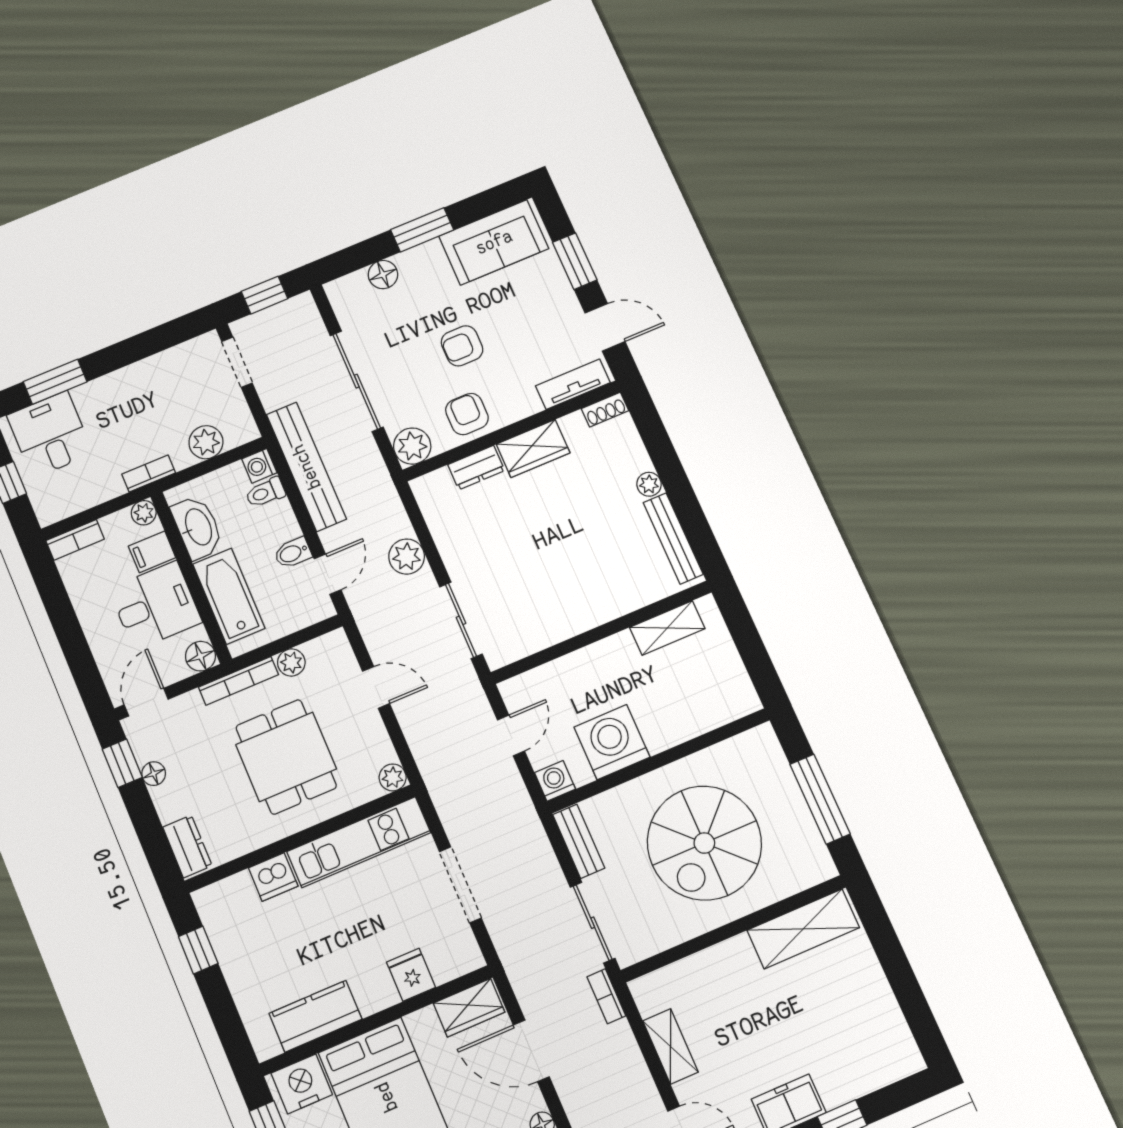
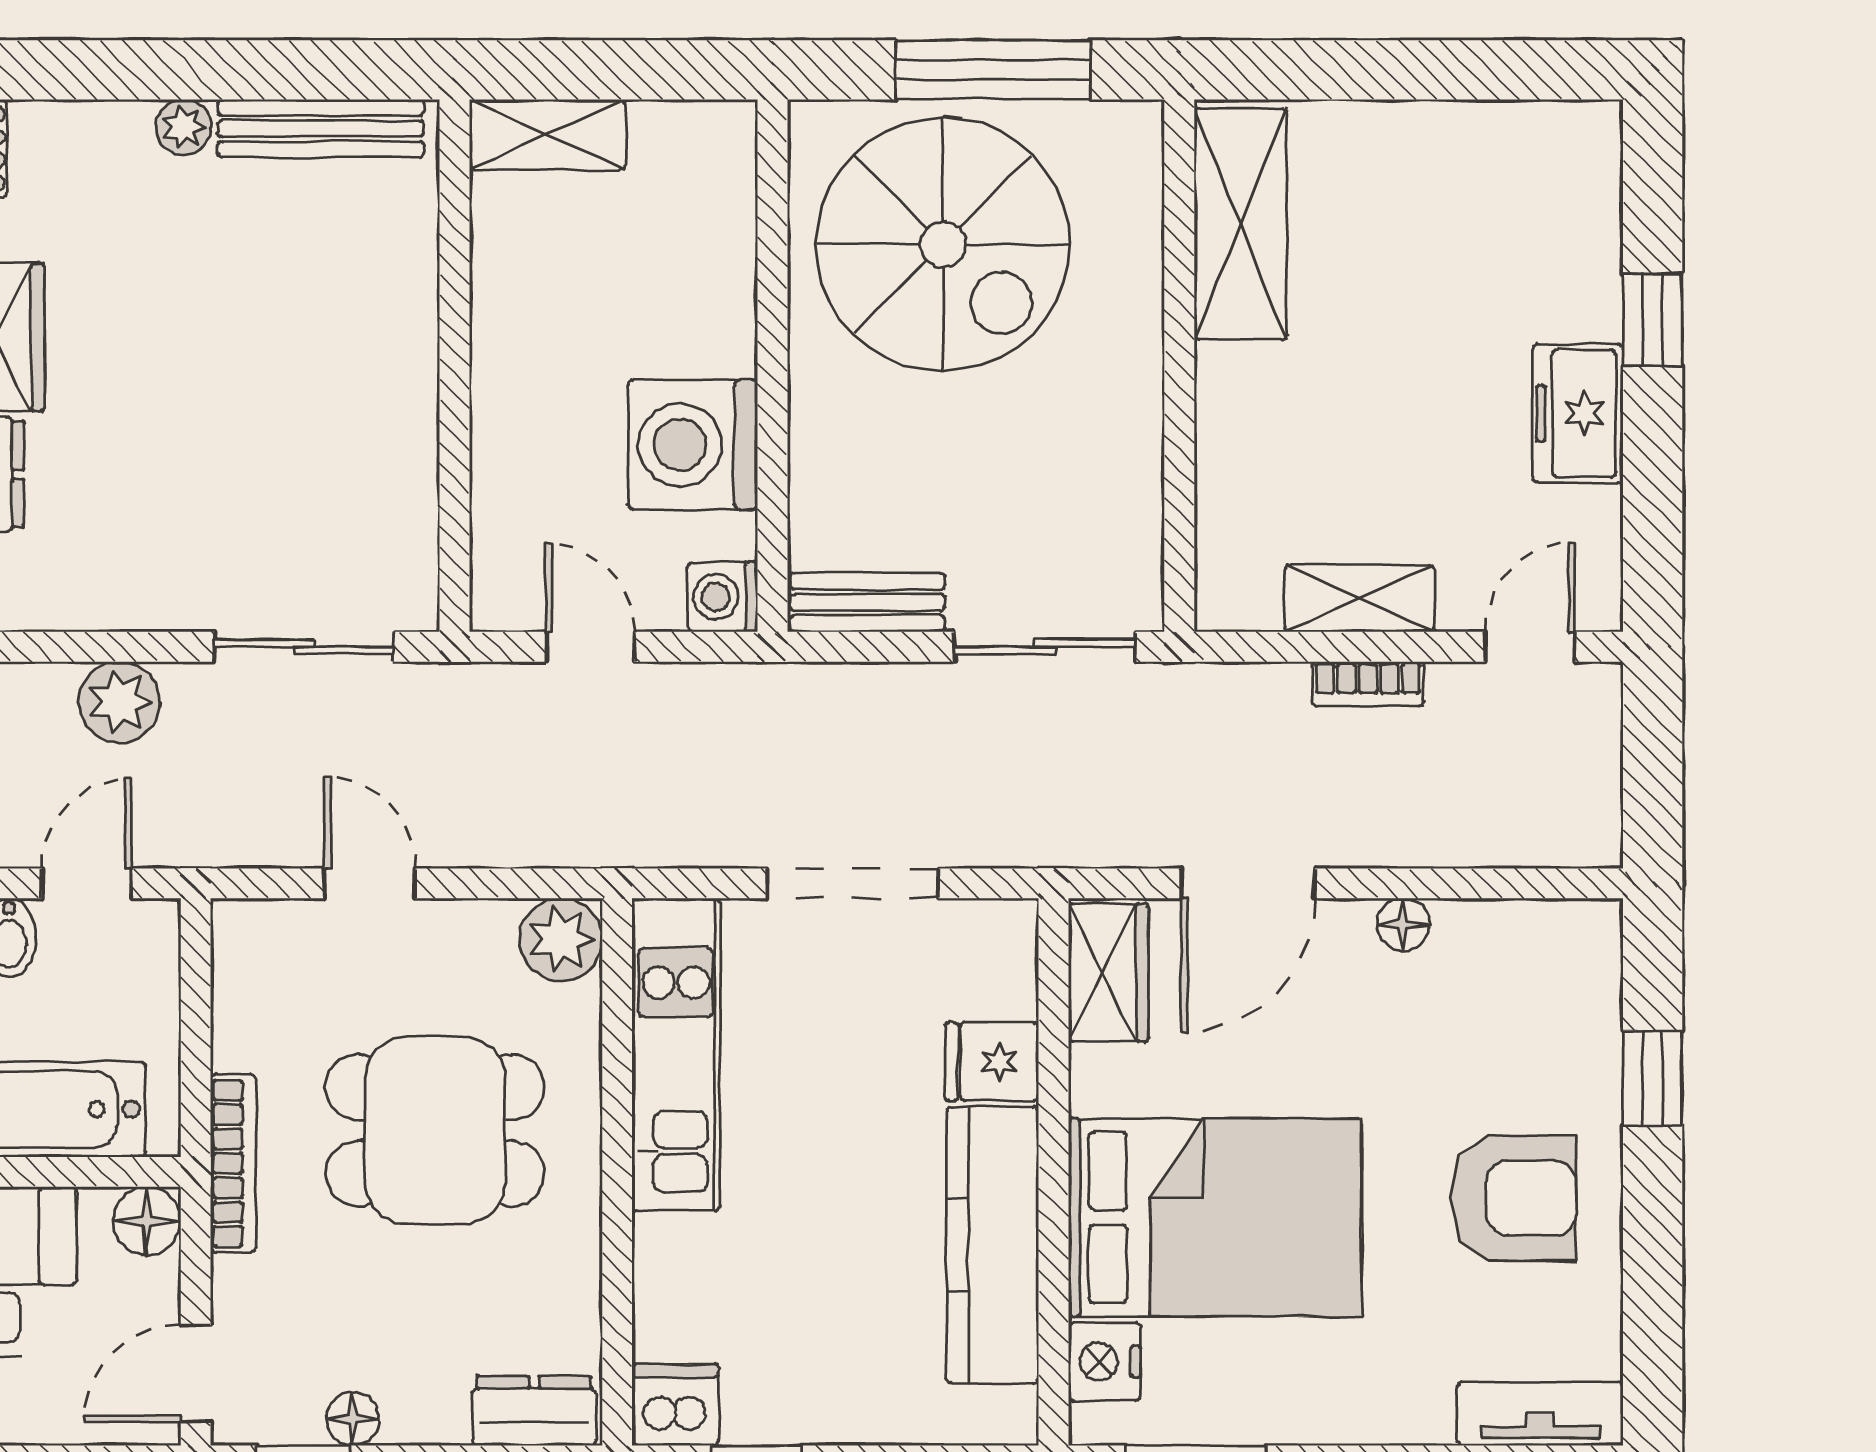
door: (328, 574) -> (86, 883), hinge flipped
shelving: (667, 628) -> (547, 135), moved, turned 90
plant: (291, 662) -> (241, 1037), removed
door: (376, 687) -> (370, 883), hinge flipped
door: (146, 702) -> (196, 1374), hinge flipped
plant: (393, 777) -> (561, 940), width x1.38, depth x1.38
spiral stairs: (704, 843) -> (943, 244), moved
dishwasher: (273, 877) -> (675, 1405), moved, turned -90
bookcase: (606, 996) -> (1368, 684), moved
kitchen counter: (315, 1016) -> (993, 1245), width x1.50
nightstand: (302, 1084) -> (1104, 1362), width x0.74, depth x0.75

